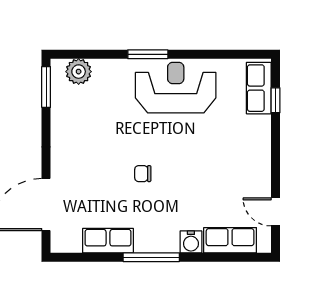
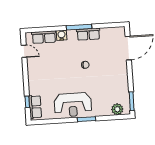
row of seats: (108, 241) -> (88, 34), moved

